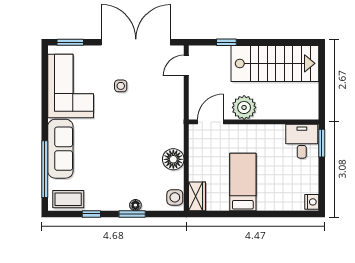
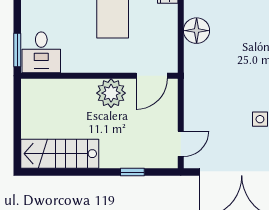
stairs: (275, 63) -> (60, 154), width x0.73, depth x0.66

